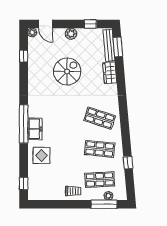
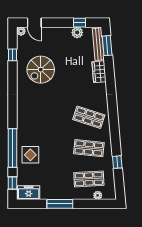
plant: (71, 34) -> (77, 32), moved
spiral stairs: (67, 71) -> (41, 70), moved, turned 180
window: (24, 124) -> (12, 148), moved
freezer: (35, 129) -> (29, 193), moved, turned -90
trolley: (73, 191) -> (62, 190), removed
window: (104, 204) -> (60, 204), moved

